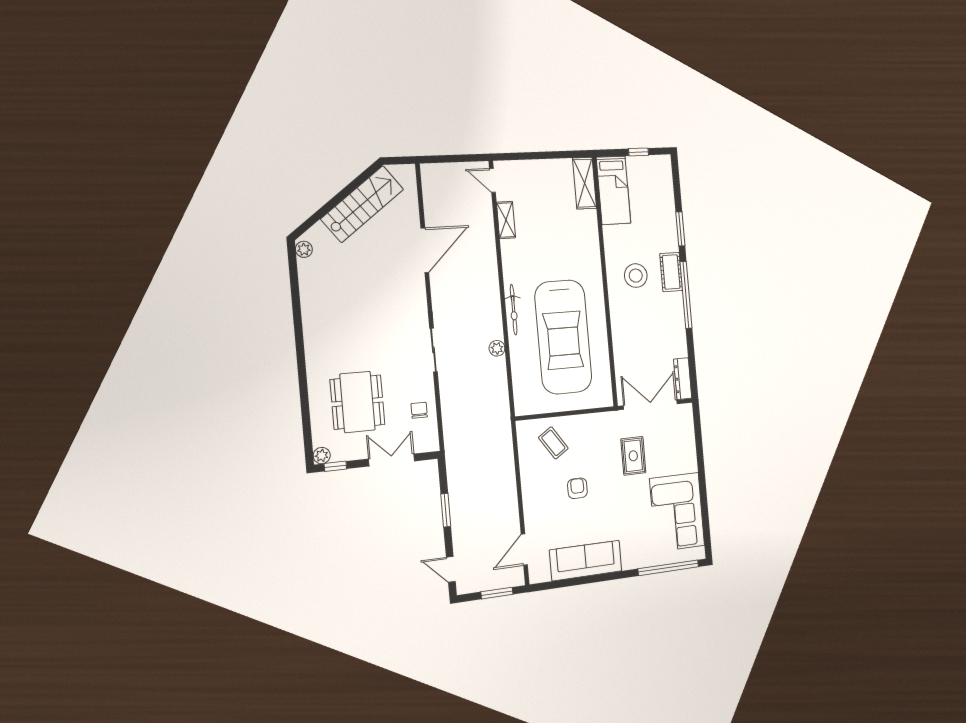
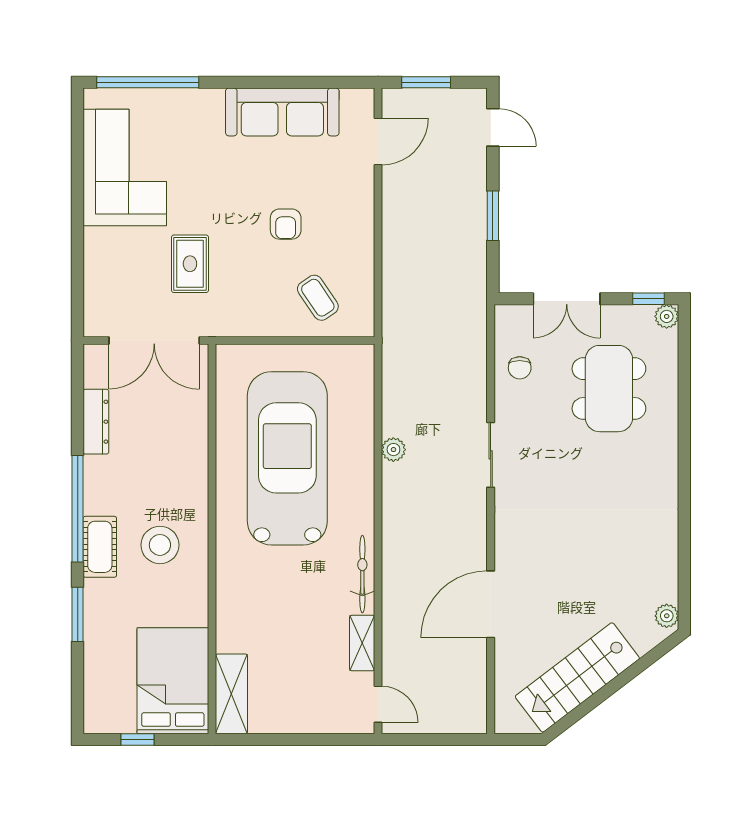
bed: (613, 190) -> (173, 681), width x1.50
bicycle: (514, 310) -> (362, 574), moved
dresser: (683, 379) -> (96, 422), moved

